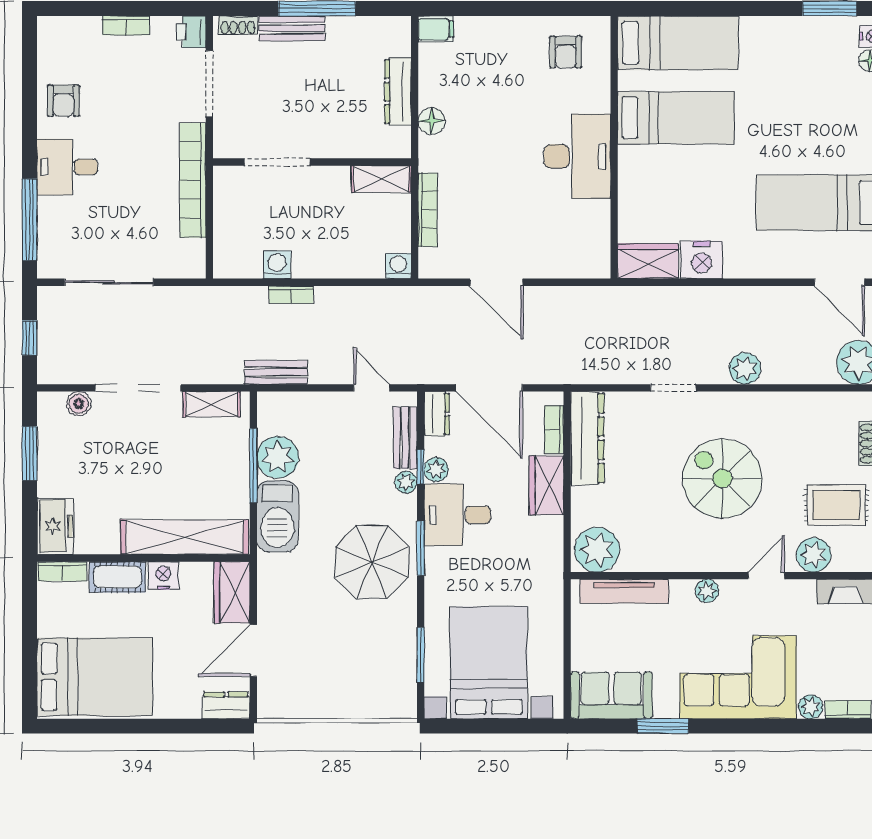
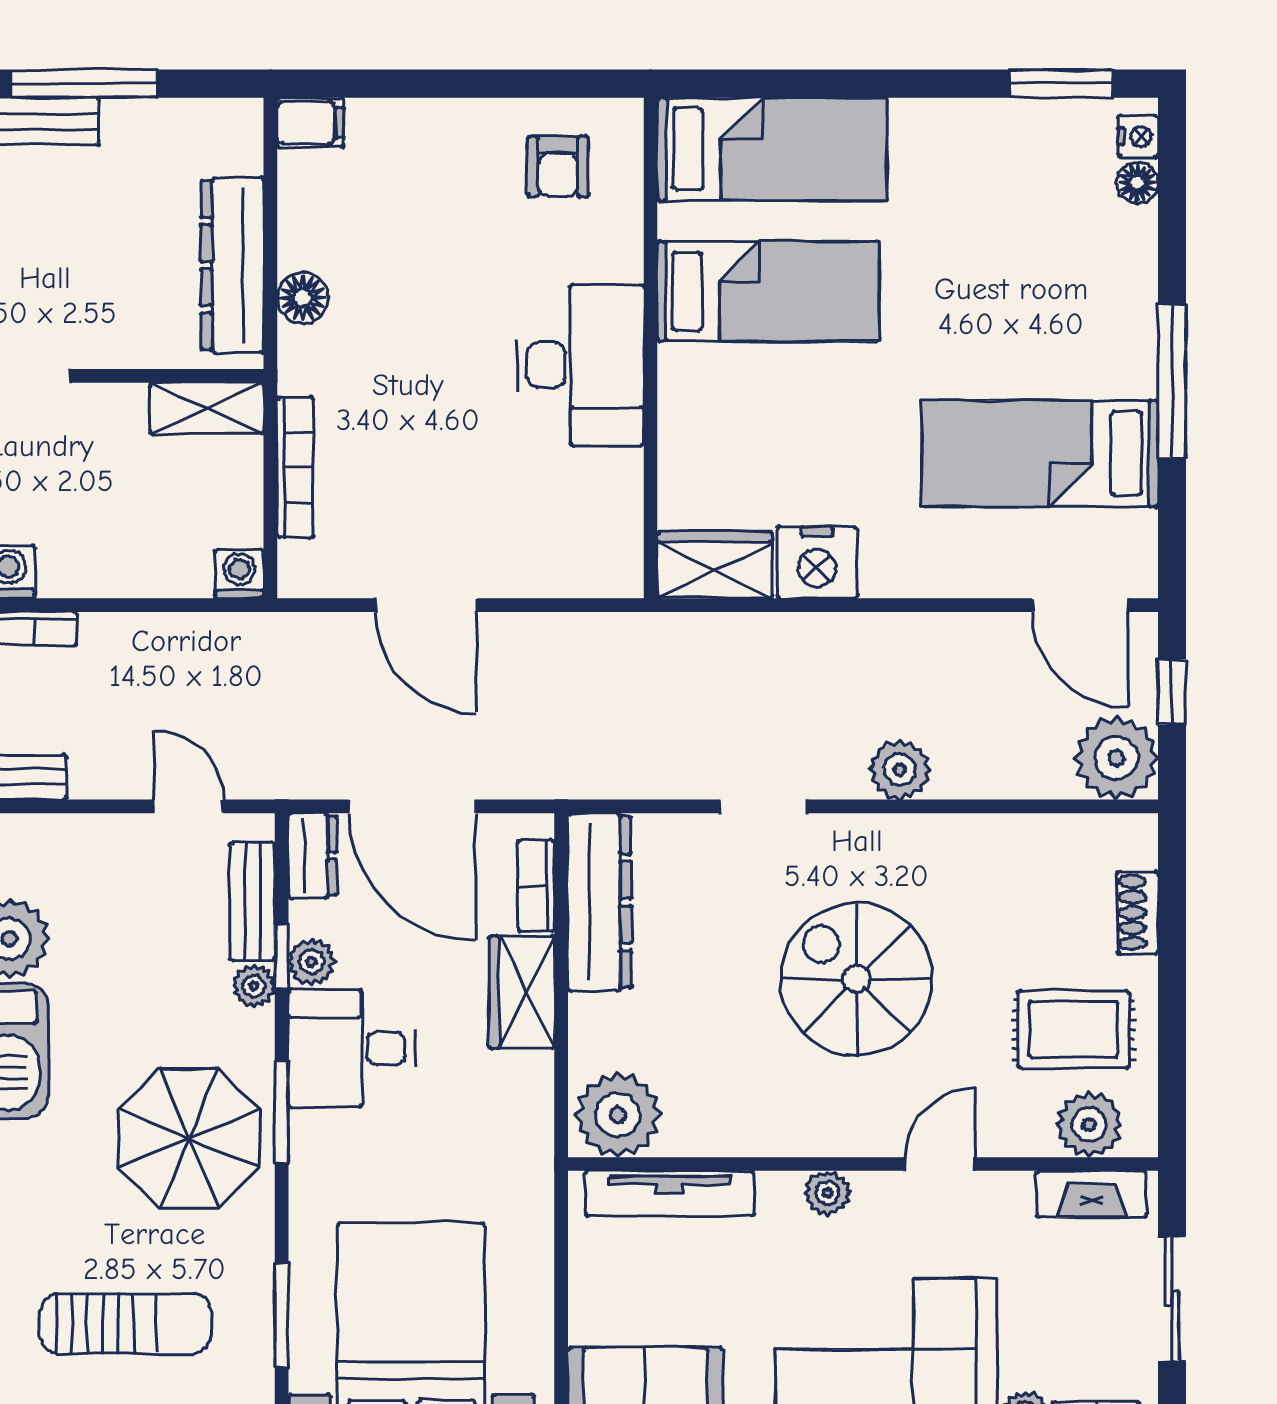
dresser: (398, 92) -> (232, 265), width x1.37, depth x1.24
plant: (814, 555) -> (1089, 1125), moved
sun lounger: (339, 659) -> (126, 1324), added

